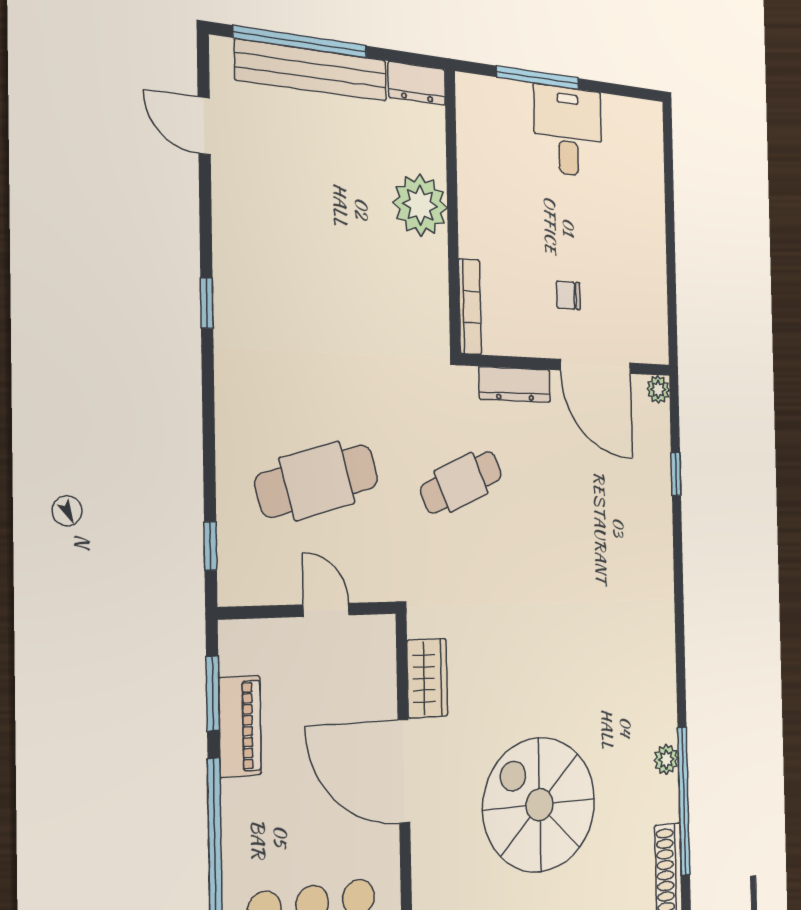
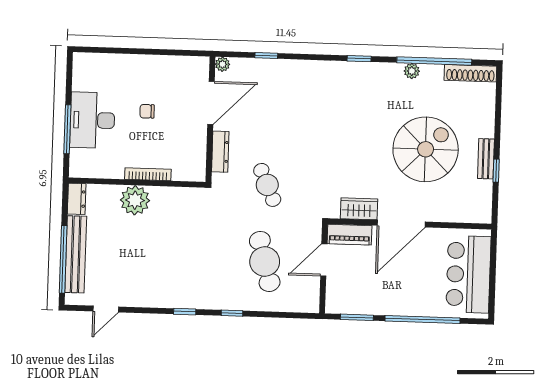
desk: (568, 131) -> (92, 120), width x1.37
chair: (568, 295) -> (147, 111), moved, turned 89
bookcase: (470, 307) -> (148, 174), moved
window: (210, 546) -> (232, 313), moved
door: (326, 610) -> (324, 260), width x1.38
window: (680, 654) -> (359, 59), added
piano: (240, 726) -> (349, 235), moved, turned 180
spiral stairs: (540, 805) -> (426, 149), turned 180

